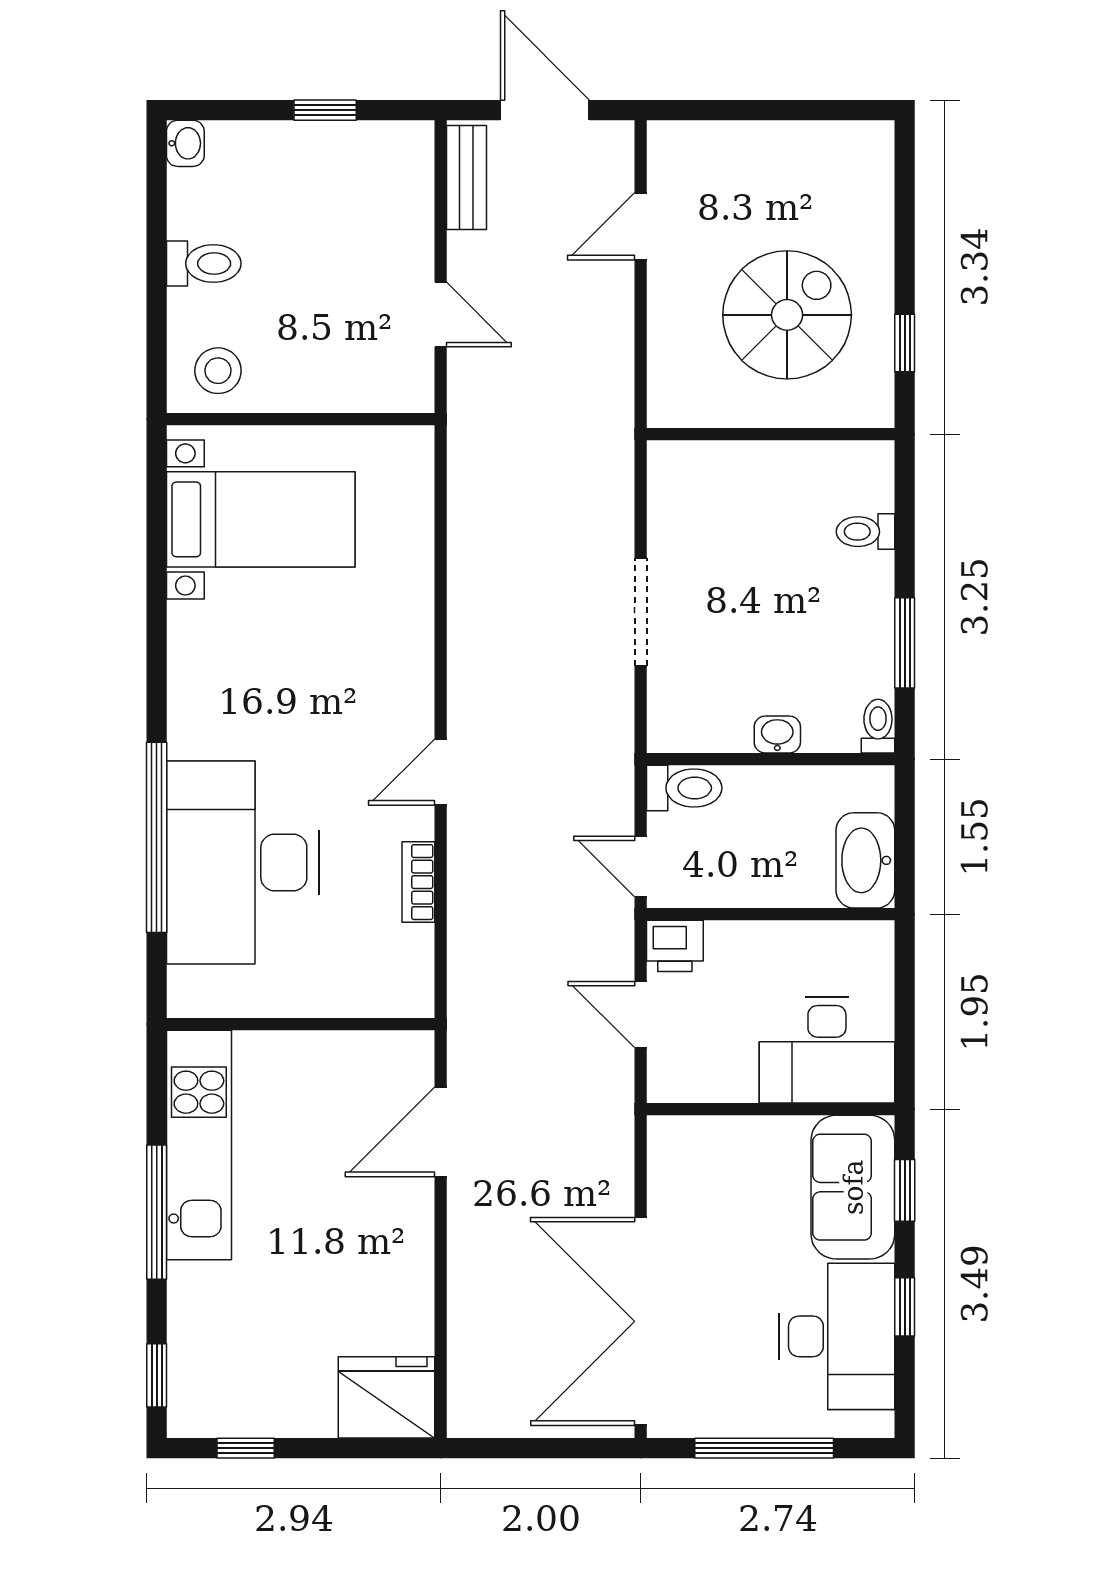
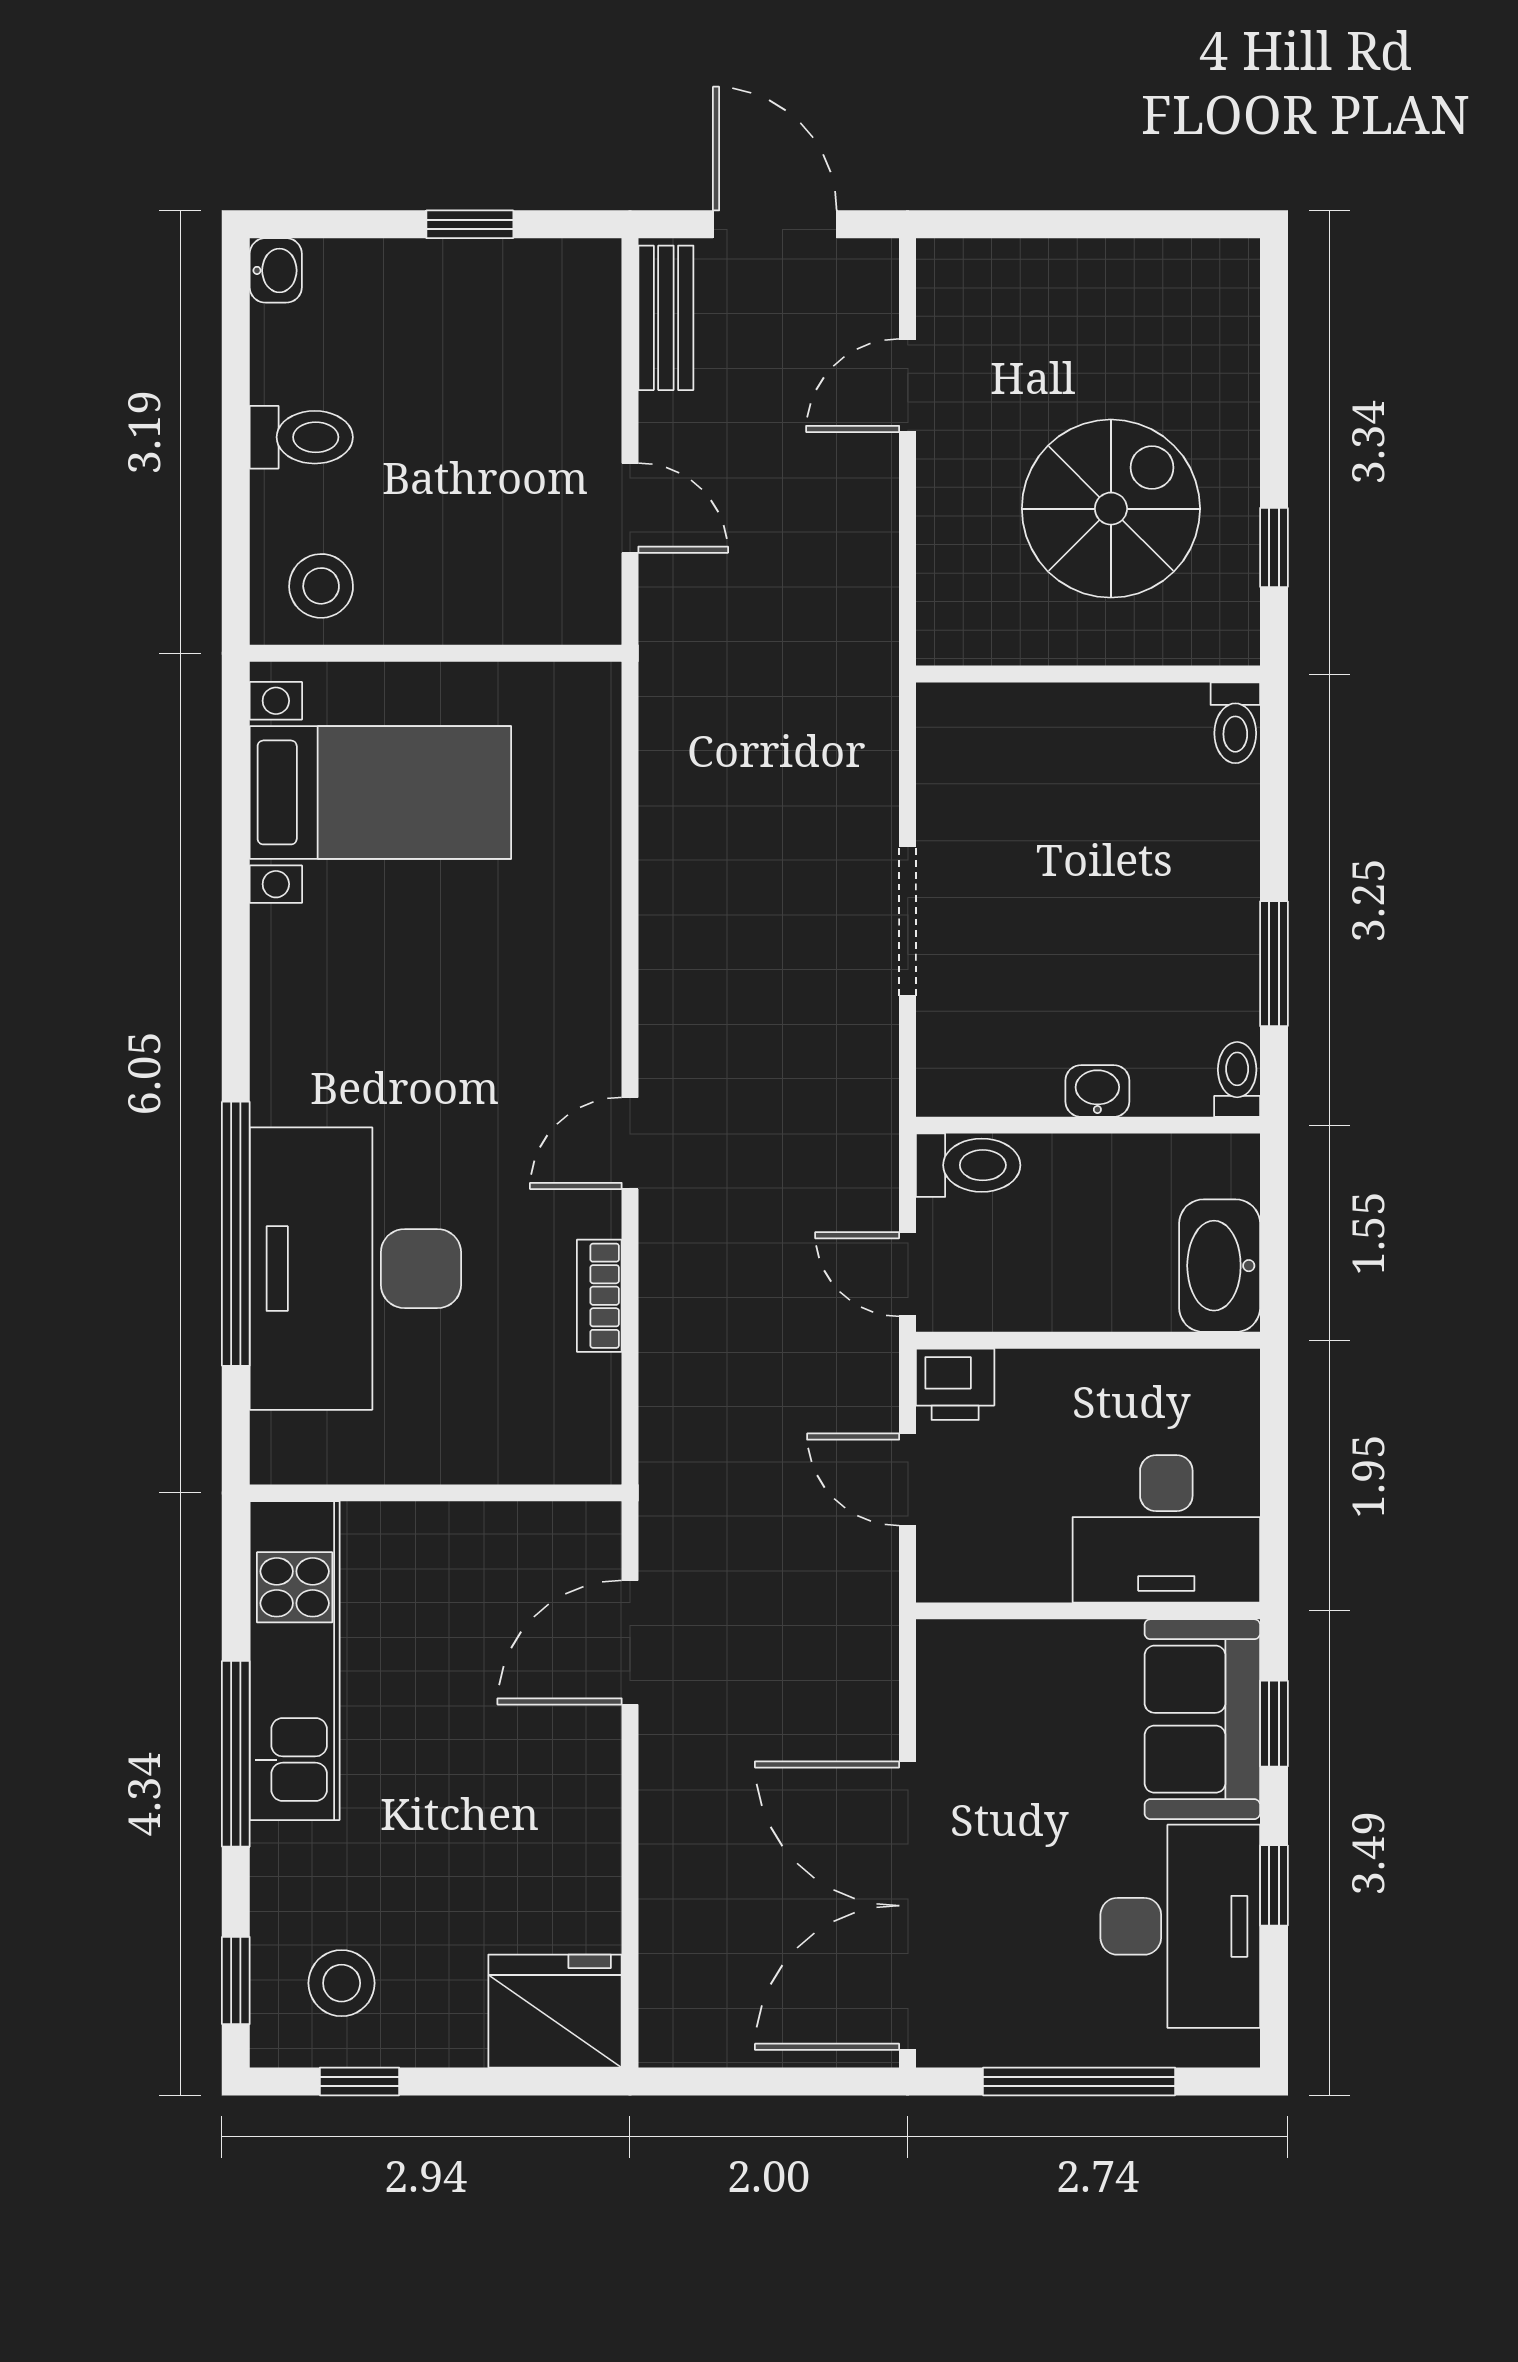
toilet: (865, 532) -> (1235, 723), moved, turned -90
stool: (233, 1377) -> (342, 1983), added

